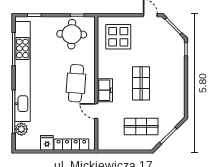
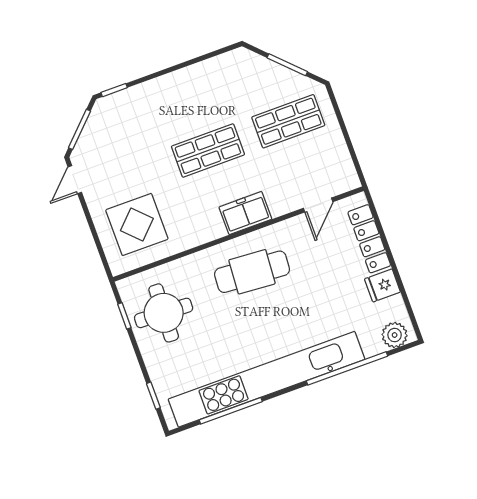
door: (96, 111) -> (318, 205), moved
shop shelf: (141, 126) -> (288, 121), turned 90
plant: (21, 129) -> (395, 335), moved

